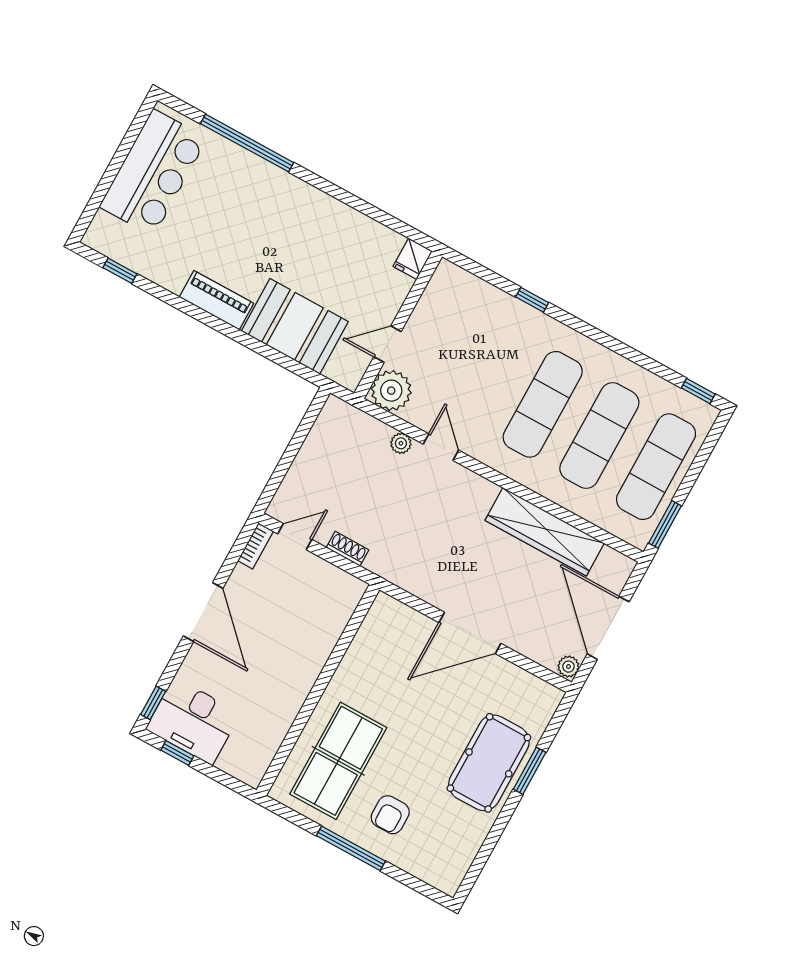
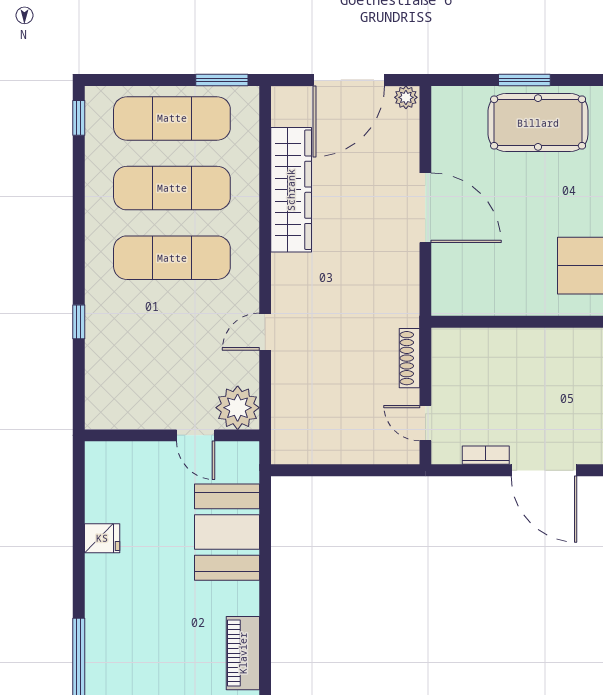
fridge: (413, 259) -> (102, 538), moved
piano: (217, 300) -> (243, 653), moved
plant: (401, 443) -> (282, 371), removed
bookcase: (256, 546) -> (486, 455), moved
shoe rack: (347, 549) -> (409, 358), width x1.43
door: (203, 612) -> (544, 470), swing flipped

